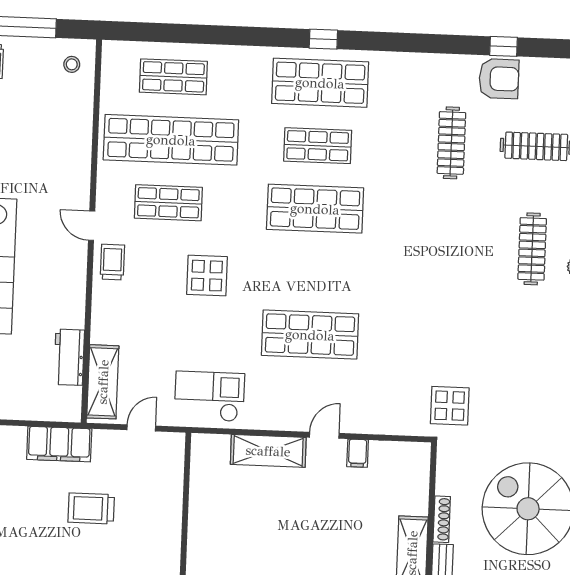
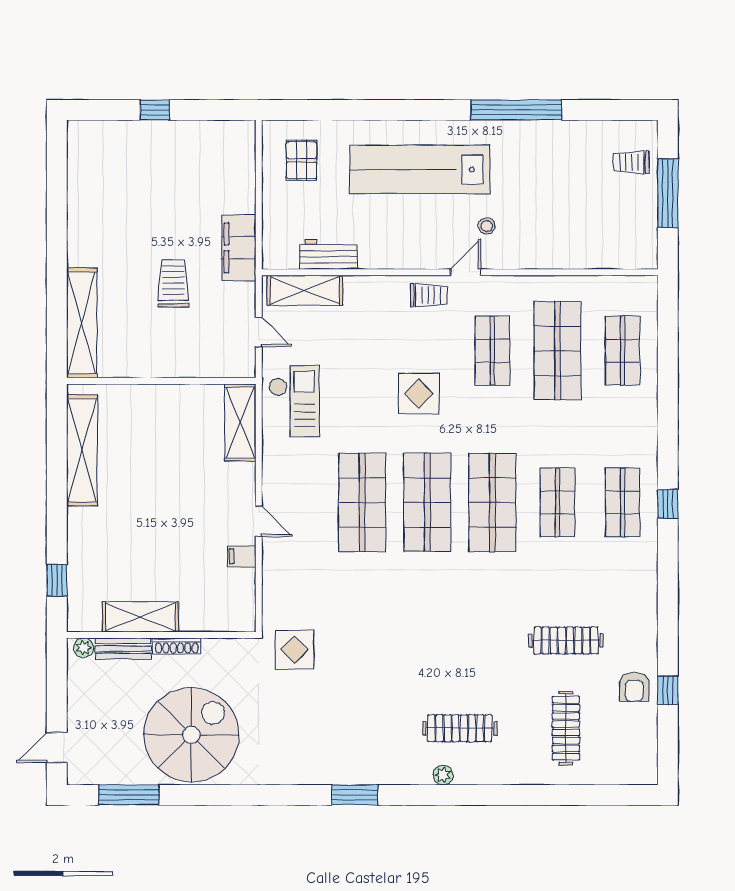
stool: (72, 64) -> (487, 226), moved
armchair: (499, 79) -> (634, 687), width x0.72, depth x0.72
shop shelf: (320, 83) -> (623, 502), width x0.70, depth x0.74
shop shelf: (171, 140) -> (558, 351), width x0.71
shop shelf: (313, 272) -> (427, 502), added
shelving: (268, 451) -> (240, 422), moved

